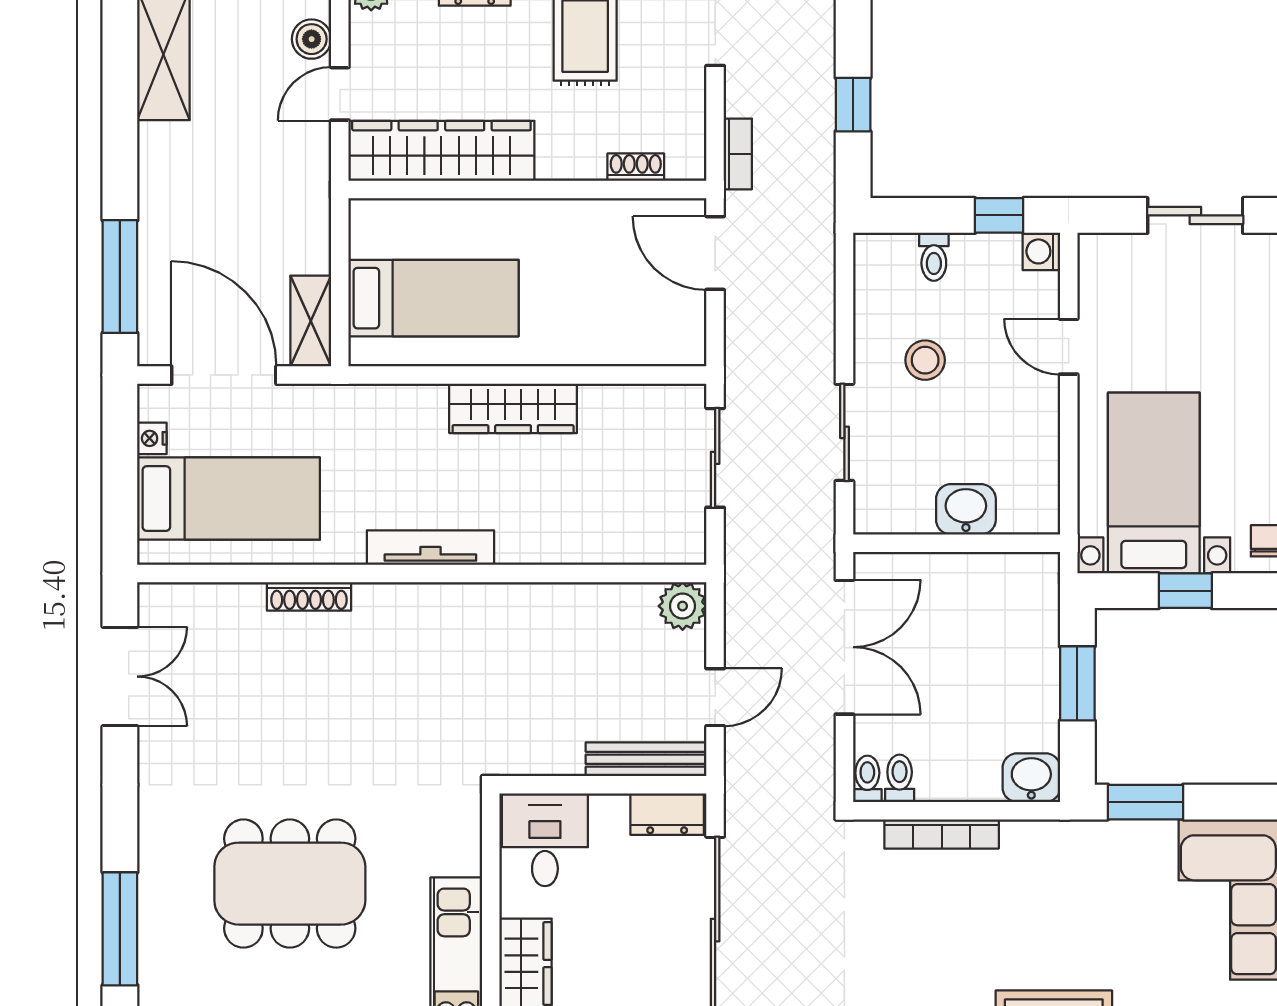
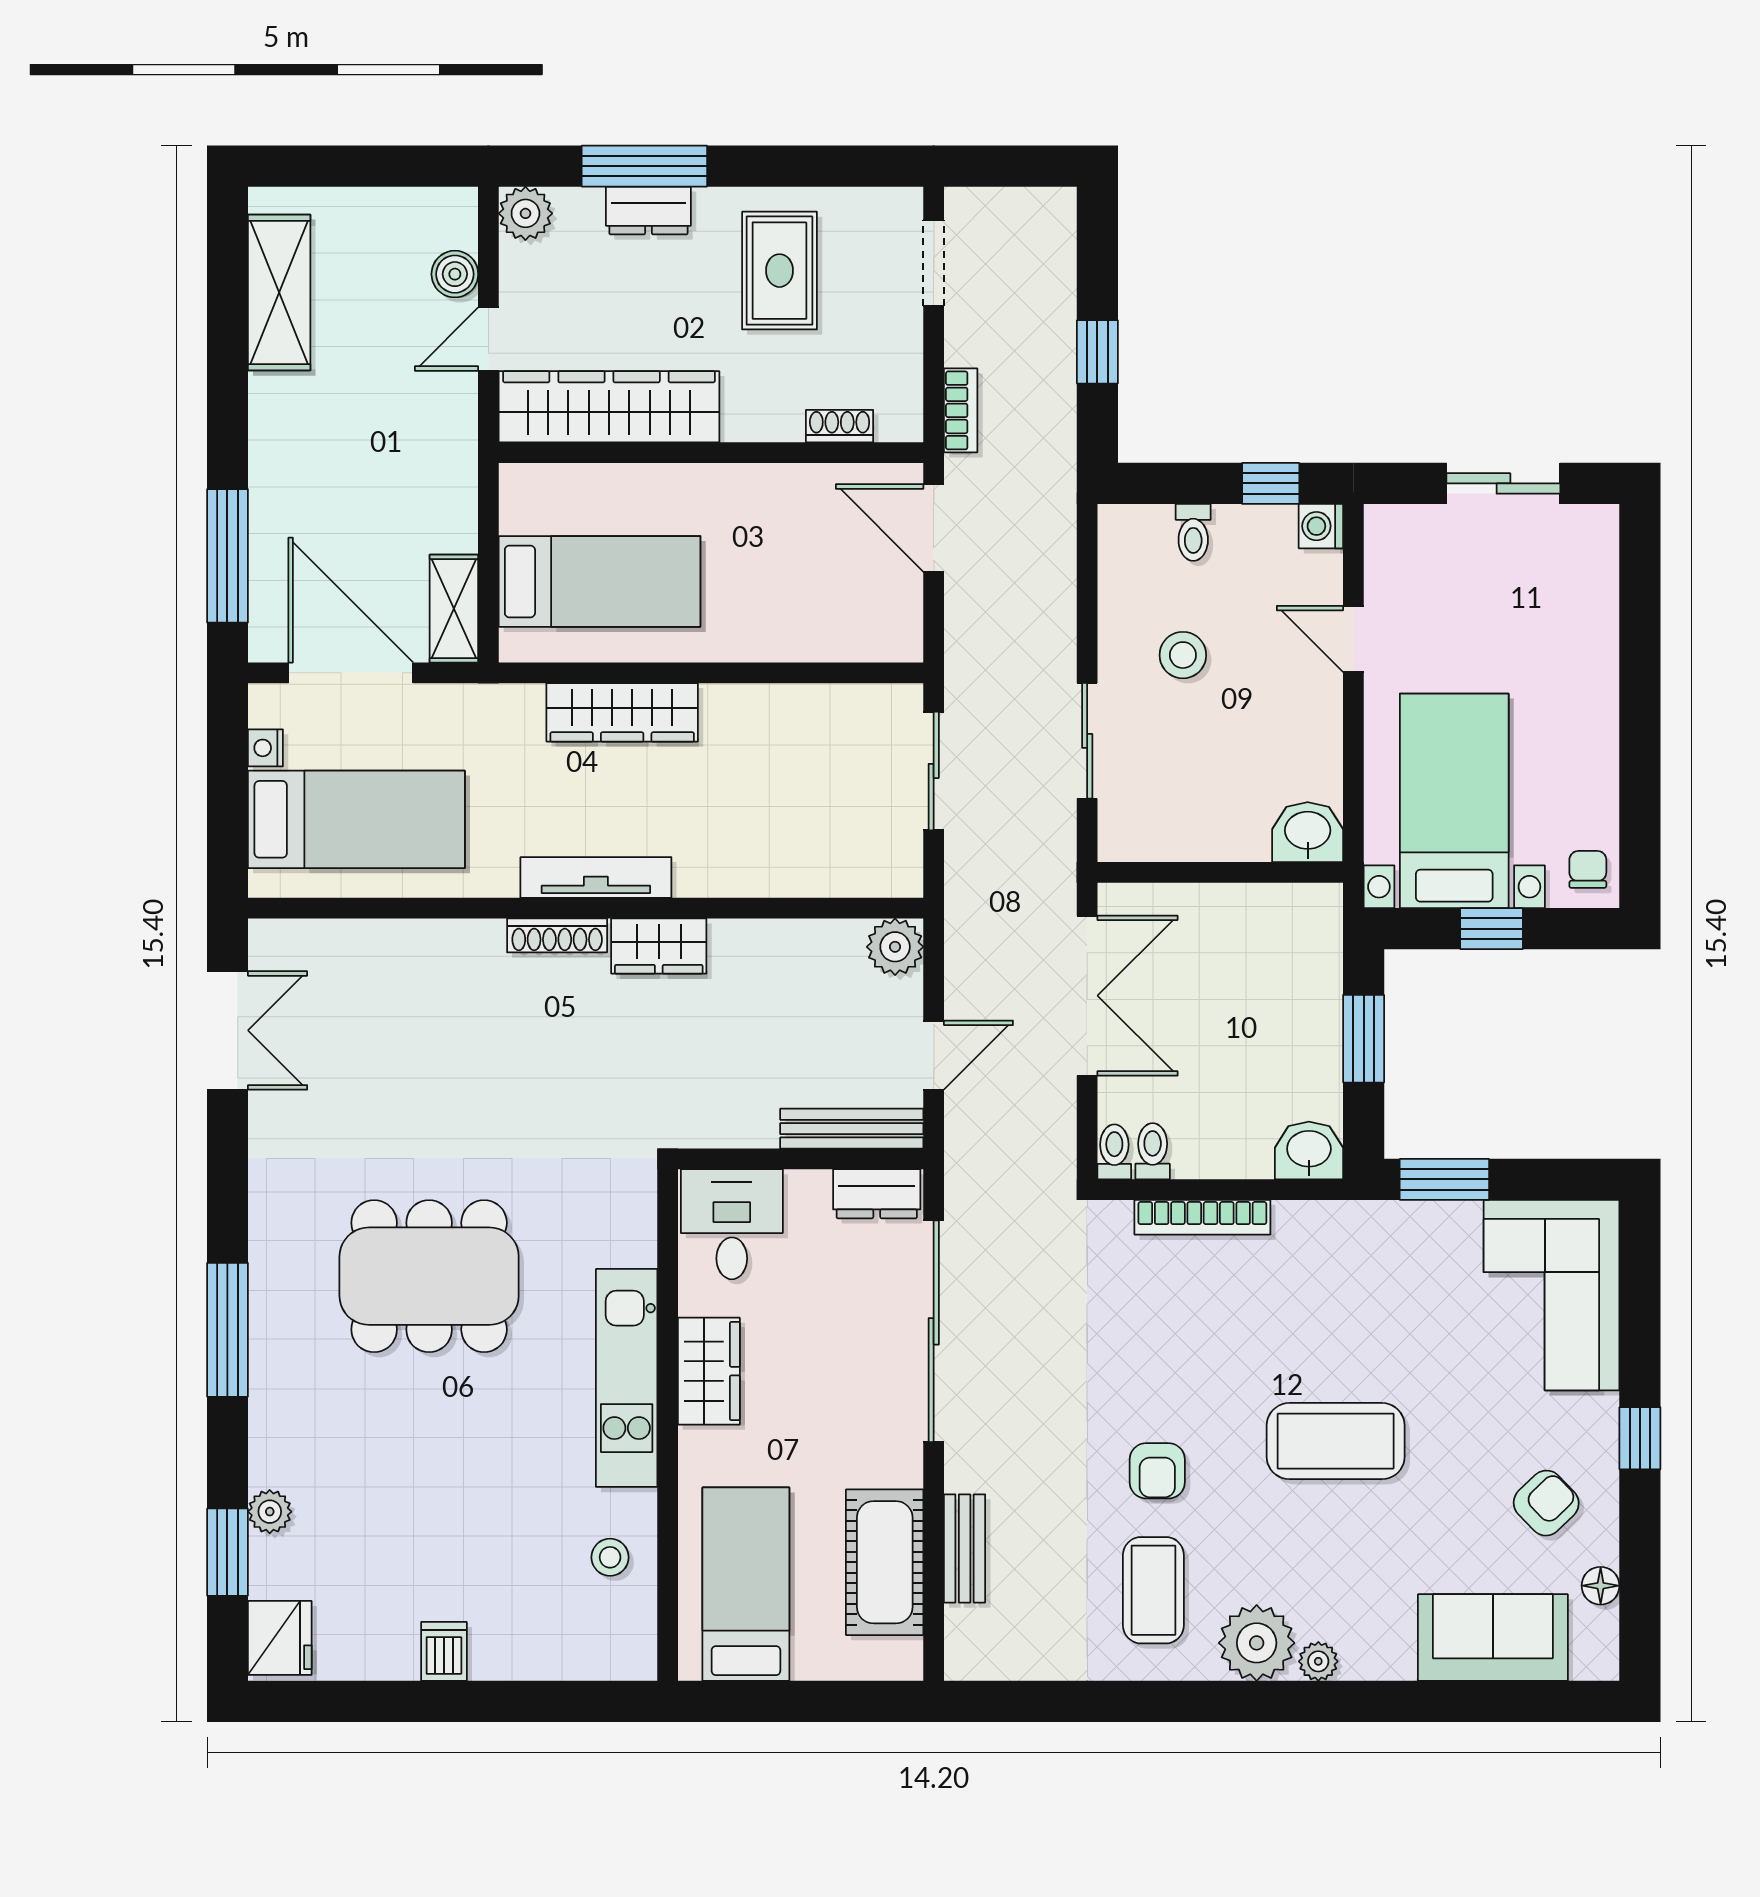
wardrobe: (513, 408) -> (622, 712), moved
washbasin: (966, 509) -> (1308, 832), moved
shoe rack: (309, 596) -> (557, 935), moved
wardrobe: (483, 605) -> (659, 946), added

